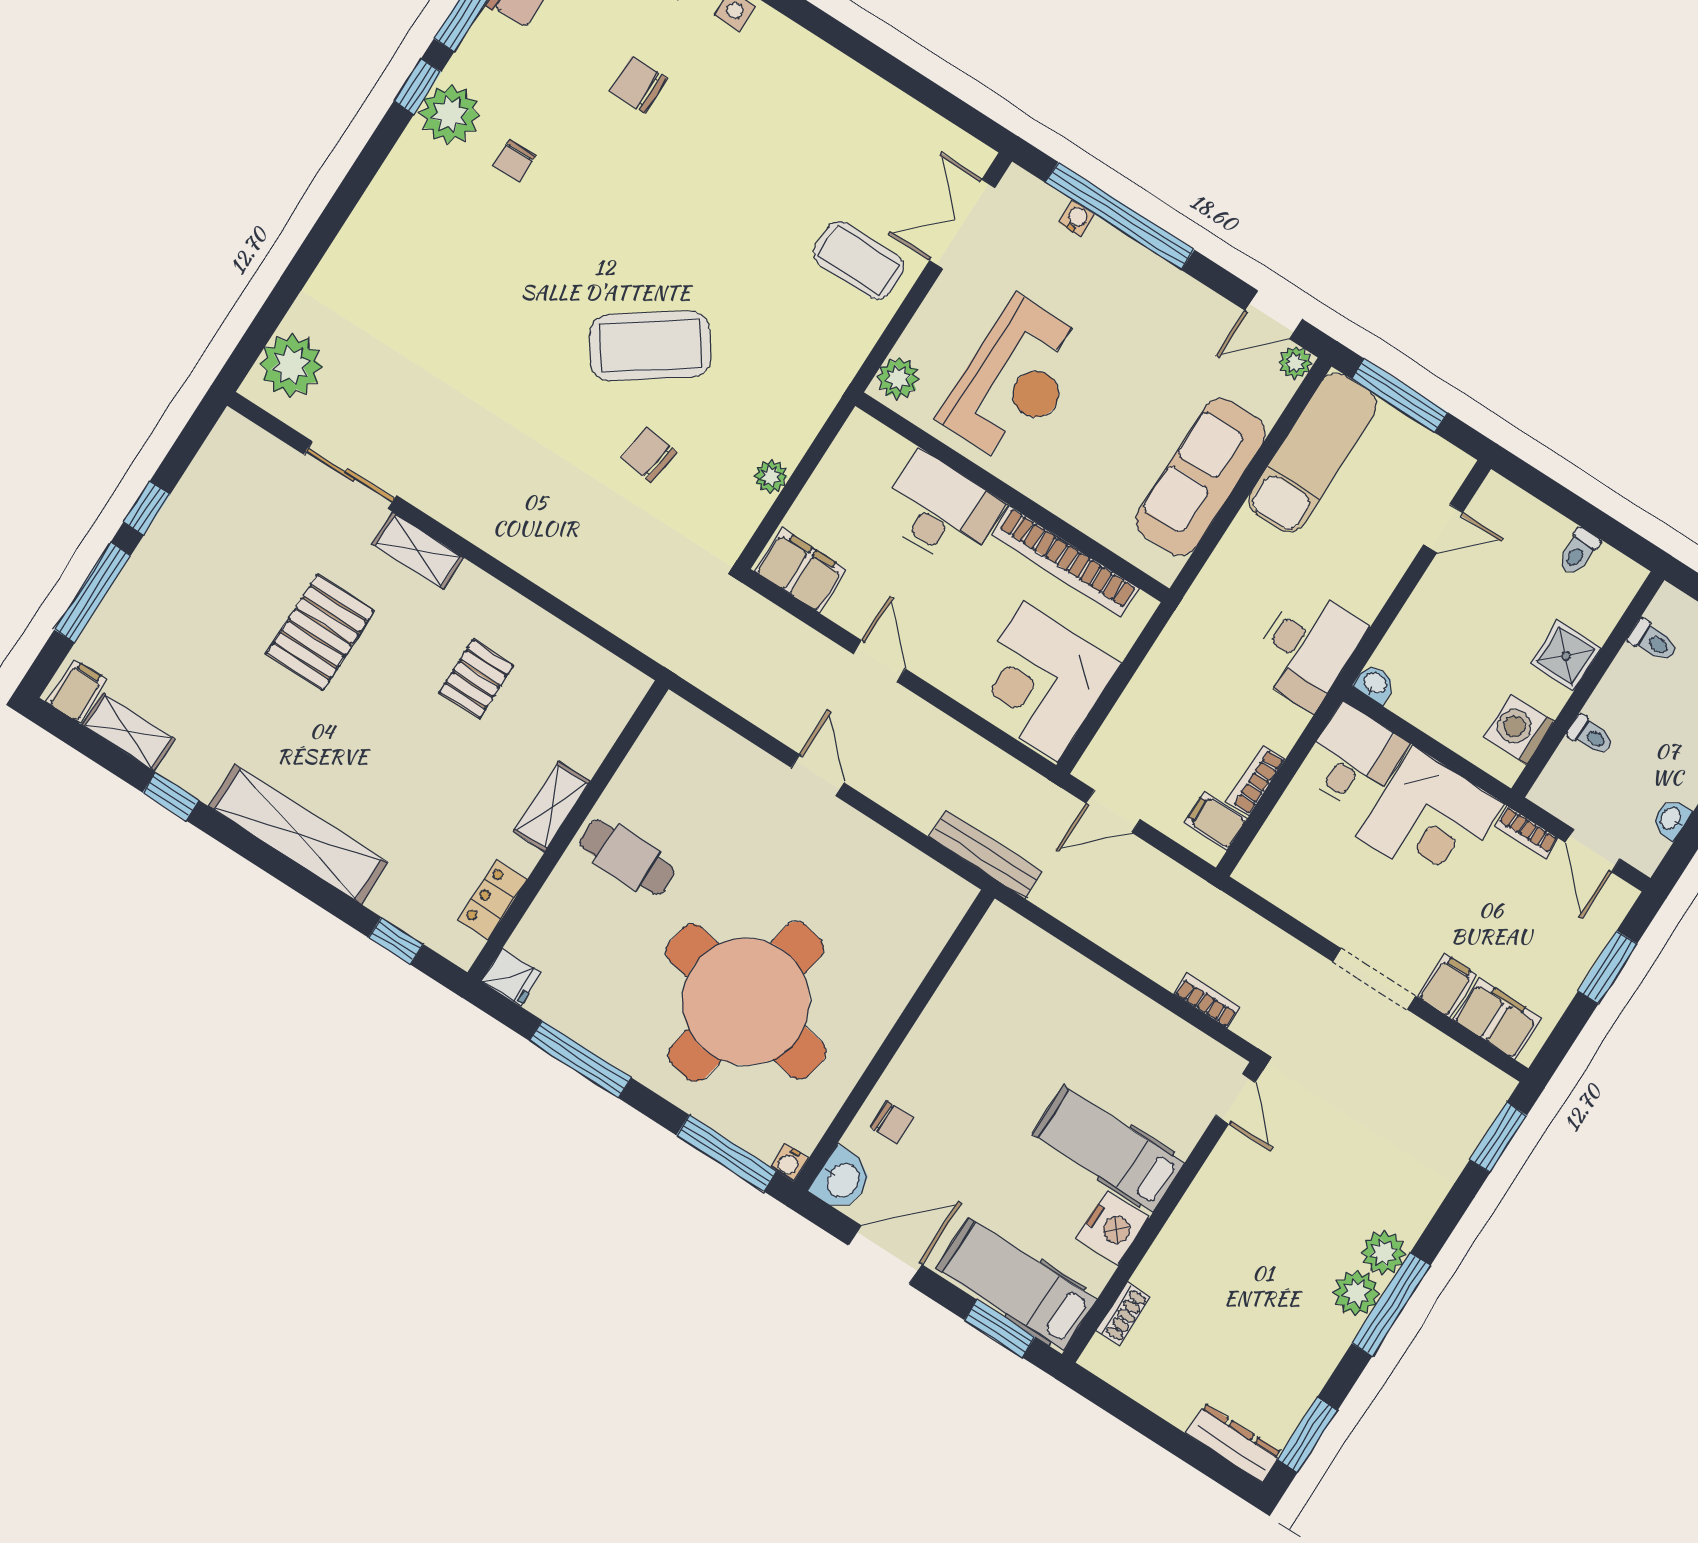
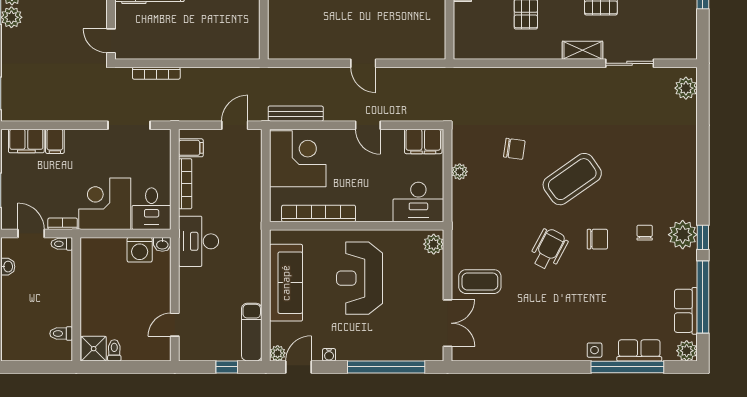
chair: (638, 85) -> (597, 239), moved
water cooler: (1077, 219) -> (329, 355), moved
wheelchair: (701, 240) -> (549, 249), added
coffee table: (650, 346) -> (572, 179), moved
plant: (291, 365) -> (686, 88), width x0.73, depth x0.73
reception desk: (1015, 381) -> (360, 278), moved
window: (1400, 396) -> (227, 367), width x0.46
exam couch: (1313, 453) -> (252, 332), width x0.73, depth x0.69
desk: (941, 510) -> (418, 202), moved
shower: (1566, 656) -> (94, 349), moved
washing machine: (1519, 729) -> (140, 250), moved, turned 90
toilet: (1591, 735) -> (62, 244), moved
bookcase: (1256, 780) -> (185, 184), width x1.56
bench: (986, 854) -> (296, 114), moved
doorway: (1374, 979) -> (129, 125), moved
bookcase: (1207, 1001) -> (156, 73), width x1.56

